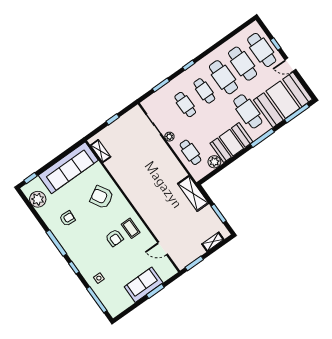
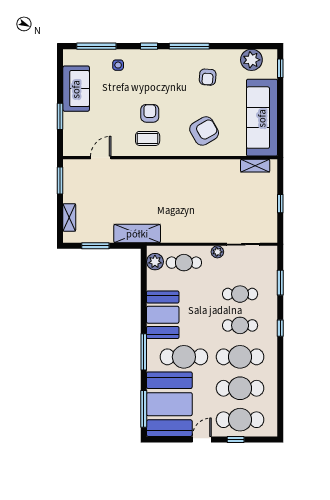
plant: (214, 162) -> (155, 262), moved
armchair: (114, 238) -> (150, 113), turned 90
sofa: (144, 285) -> (76, 89), moved

